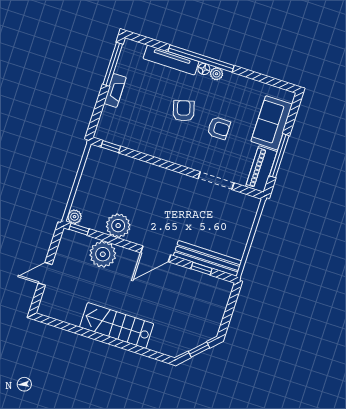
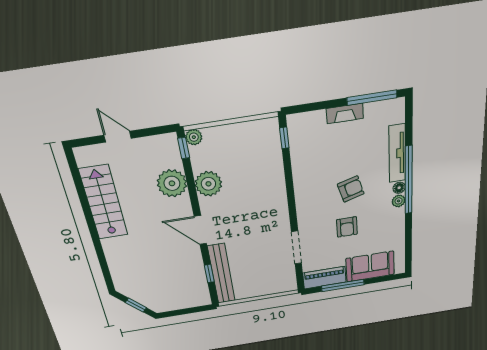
stairs: (117, 325) -> (104, 203), moved

